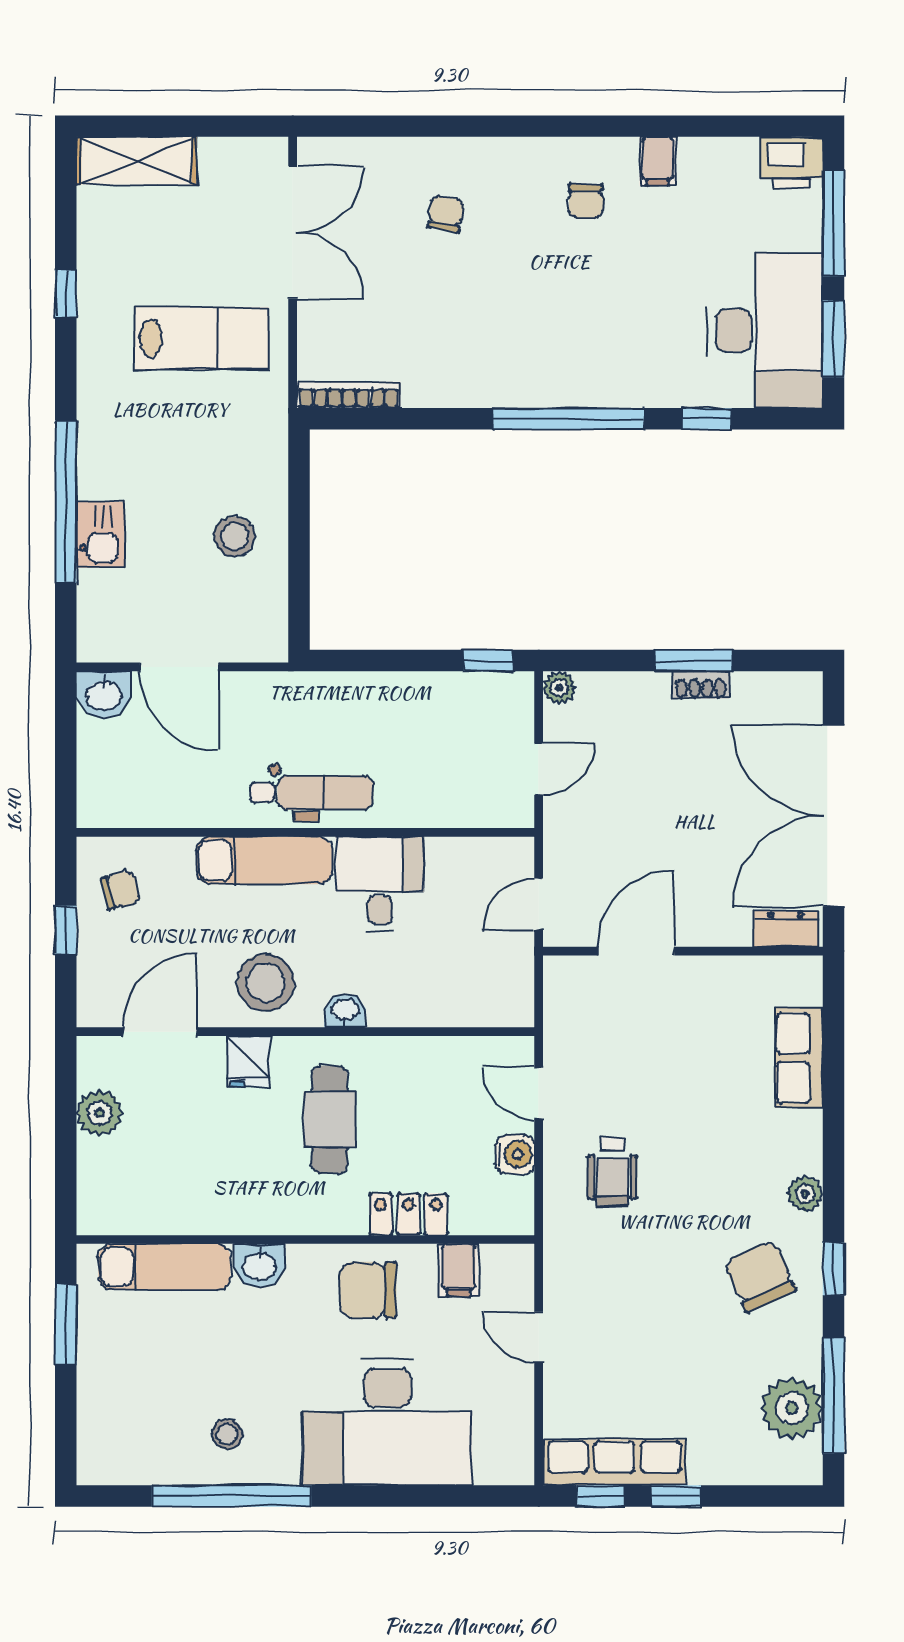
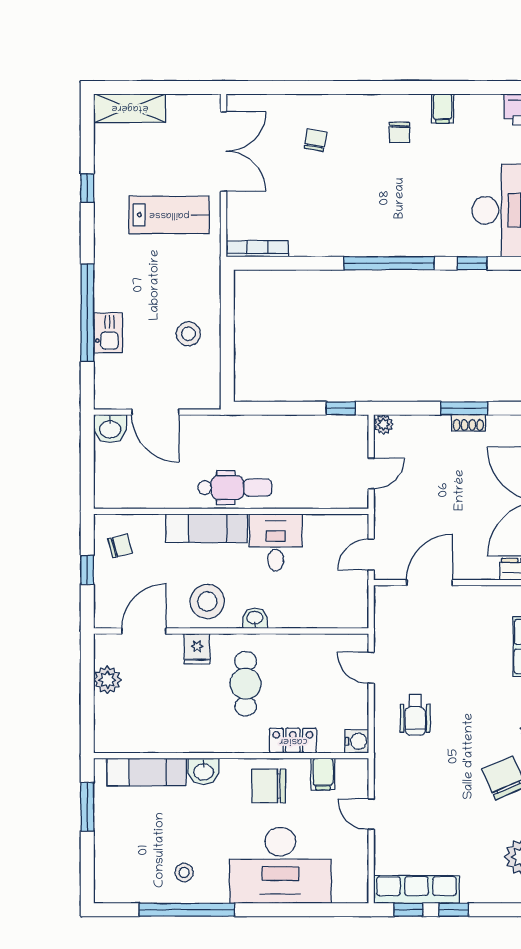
water cooler: (515, 1154) -> (357, 741), moved

